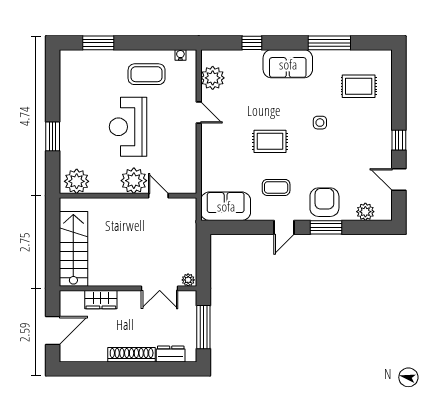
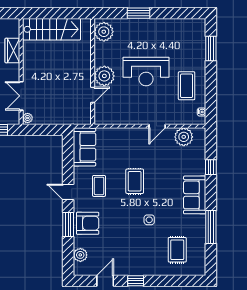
reception desk: (128, 127) -> (146, 72), turned 180

